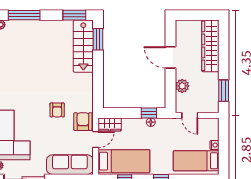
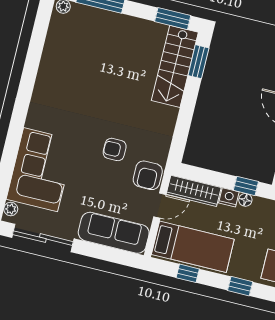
armchair: (57, 110) -> (115, 149), turned 90
armchair: (83, 122) -> (148, 175), turned 180
nightstand: (140, 123) -> (229, 197), added
wardrobe: (110, 124) -> (194, 191), width x1.50

